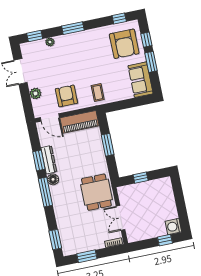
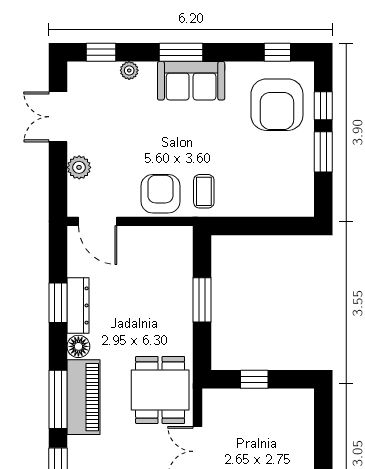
sofa: (141, 80) -> (191, 81), moved, turned -90
armchair: (66, 96) -> (160, 194), moved
piano: (80, 122) -> (83, 397), moved, turned -90
window: (45, 192) -> (58, 399), moved

